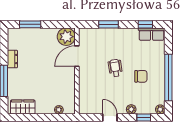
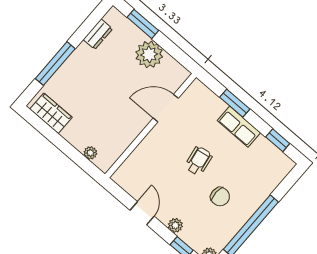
row of seats: (152, 34) -> (239, 127), moved
plant: (66, 37) -> (149, 54), moved
dresser: (12, 59) -> (98, 34), moved

